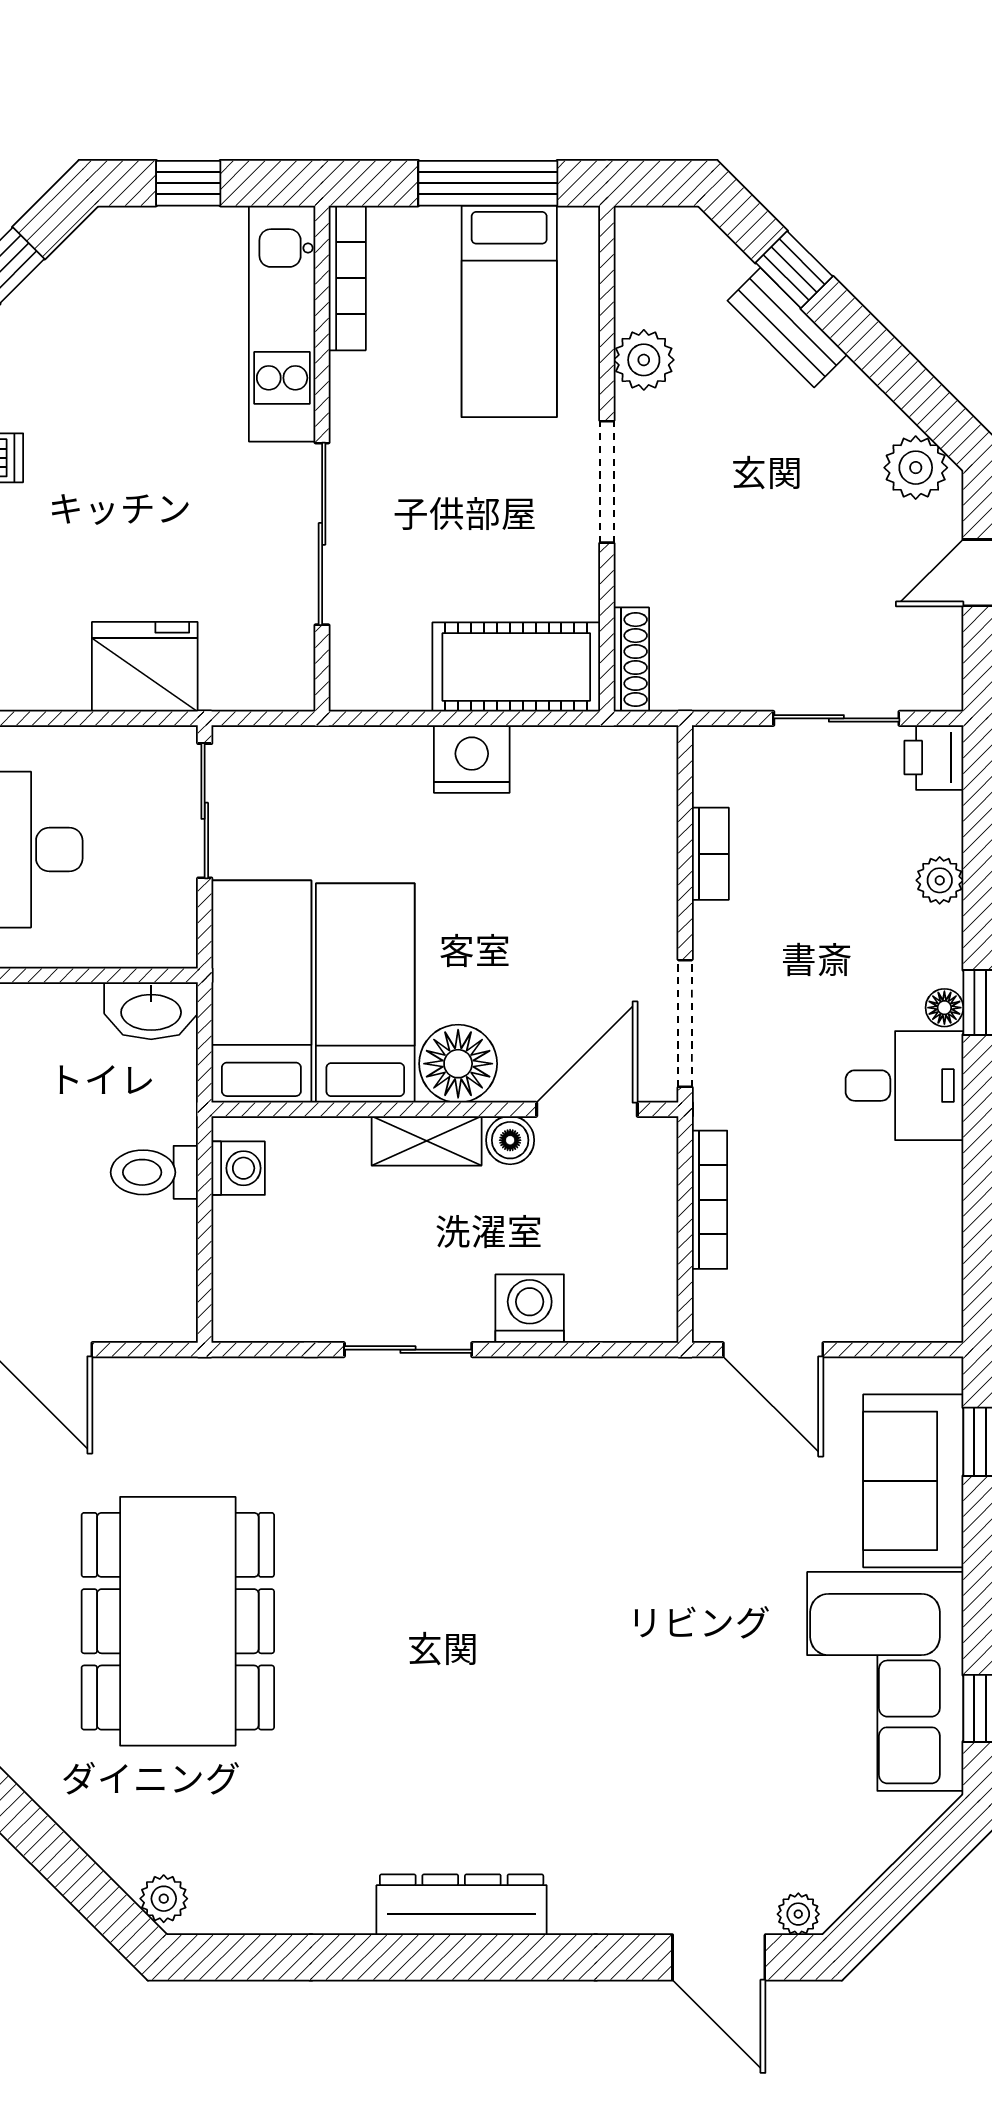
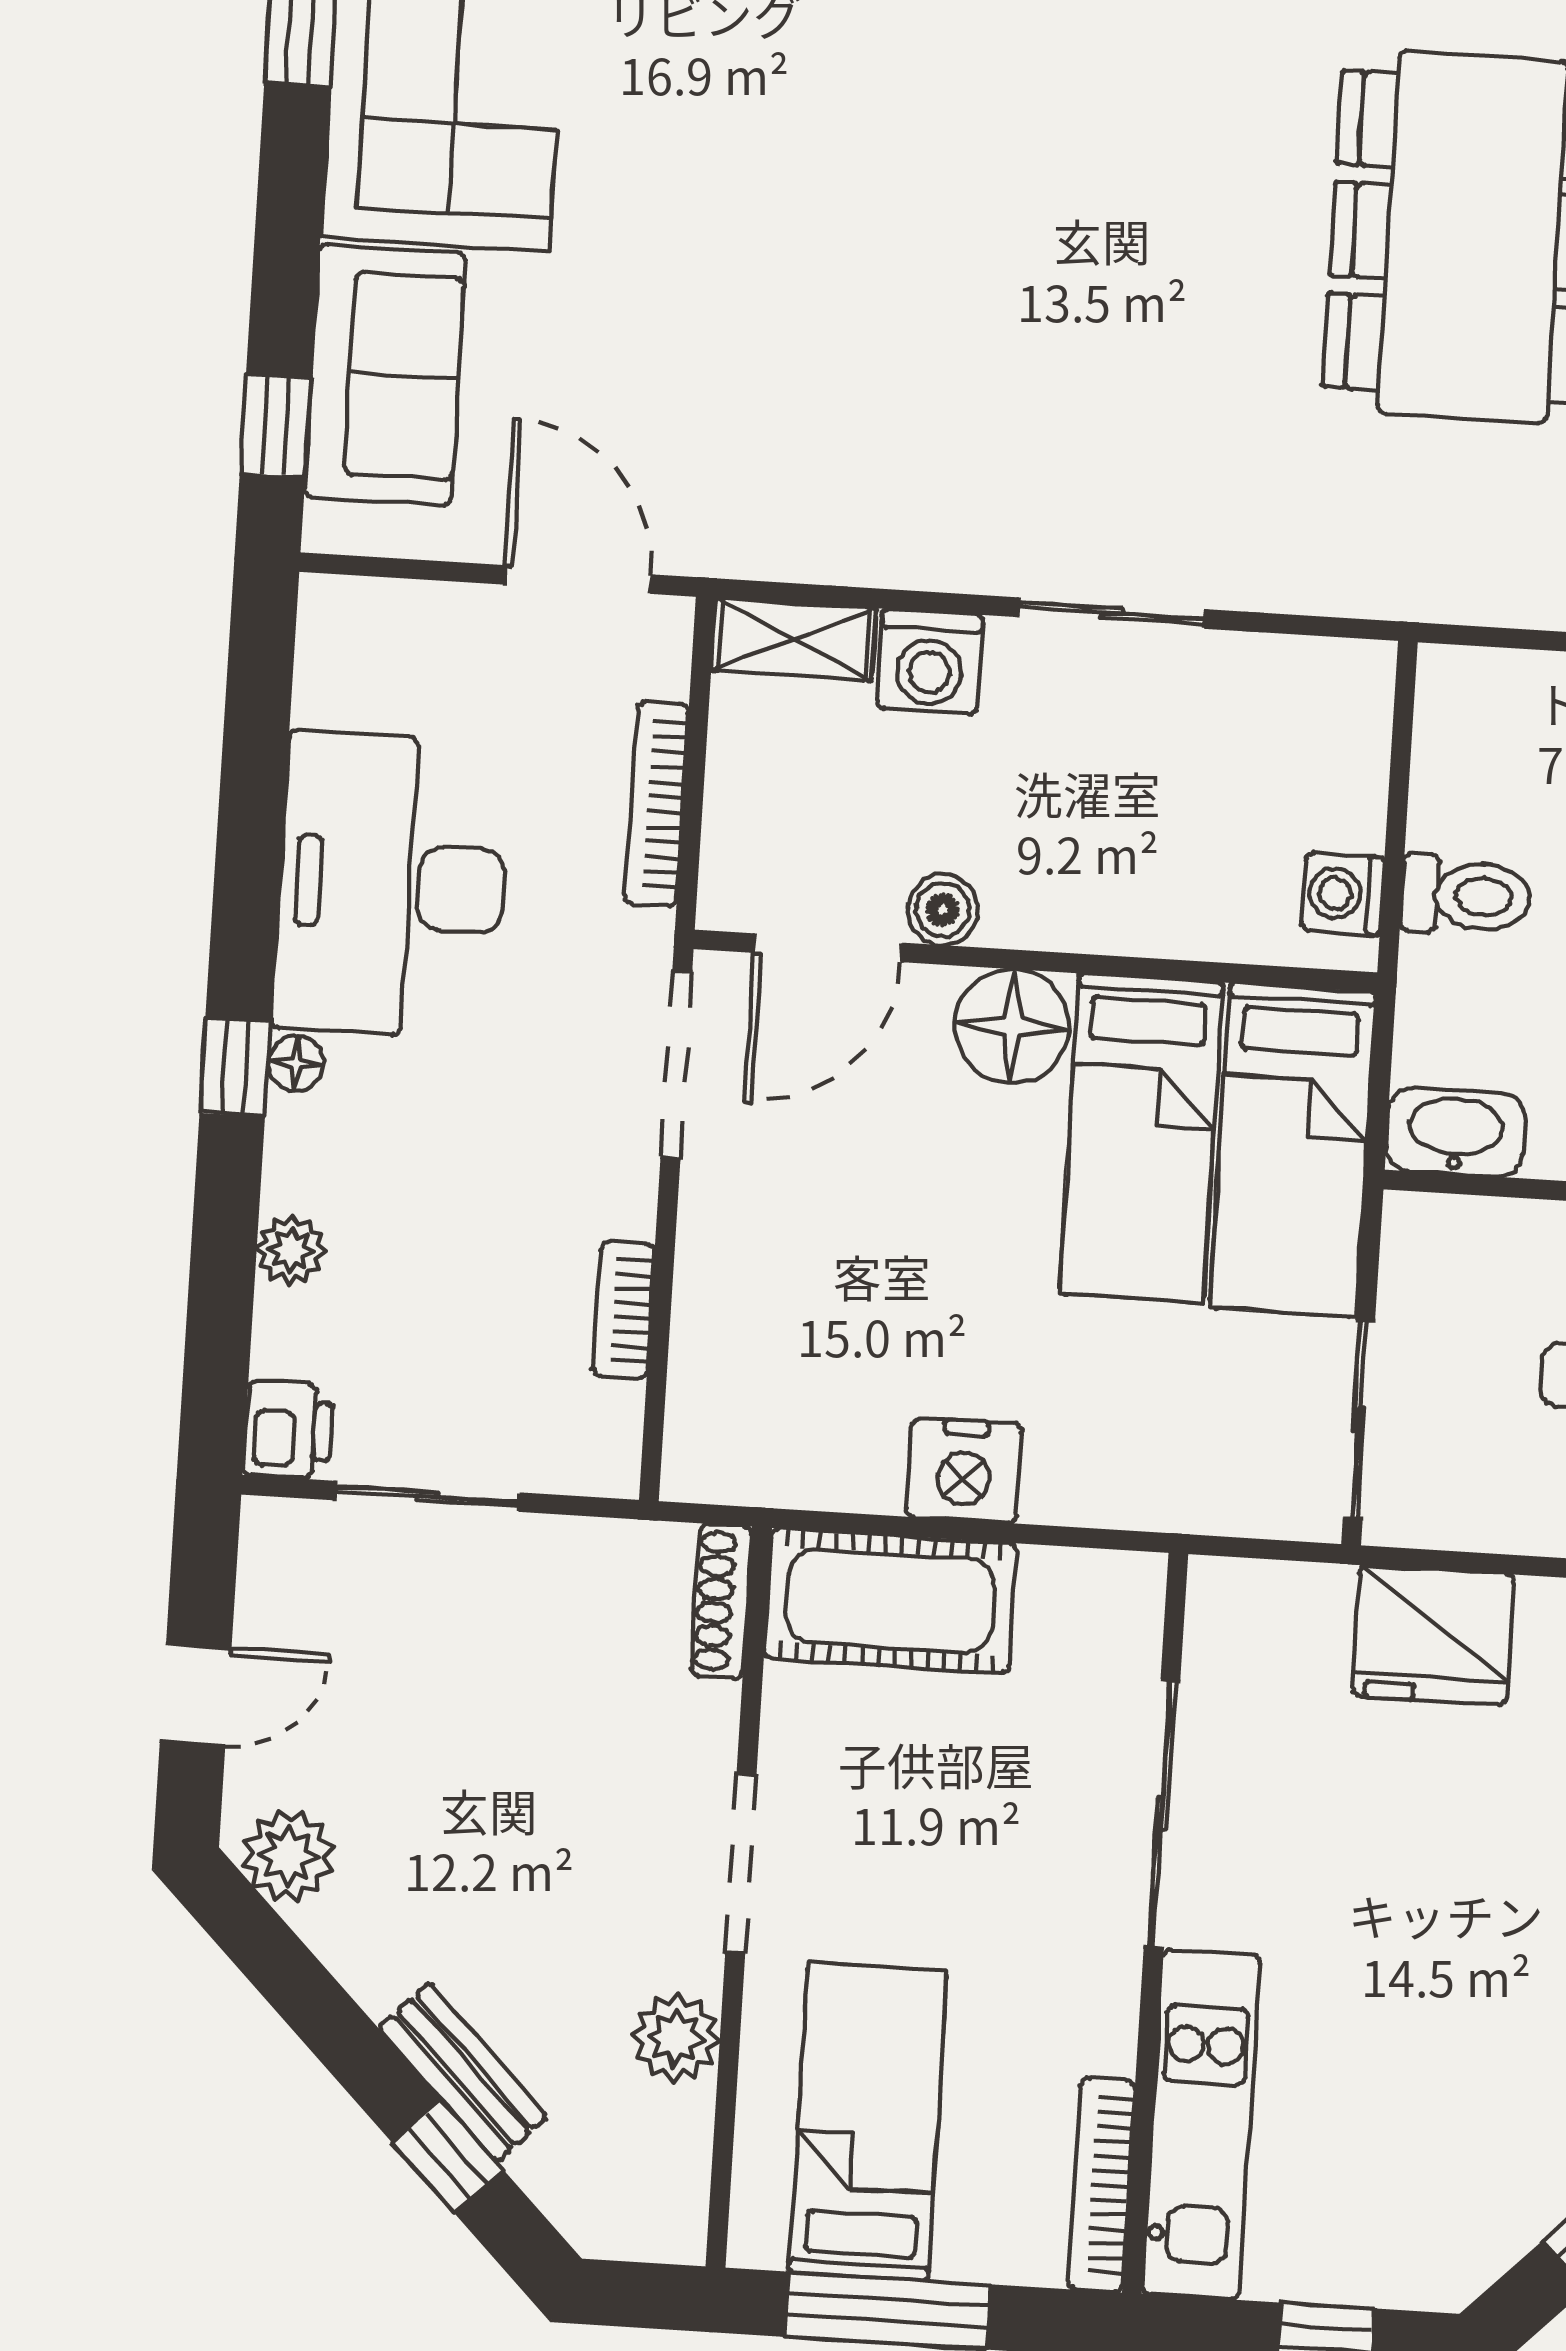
desk: (904, 1086) -> (392, 885), width x1.87, depth x1.30
shelving: (427, 1141) -> (794, 639), moved

